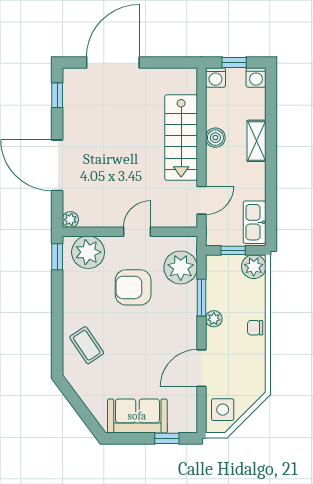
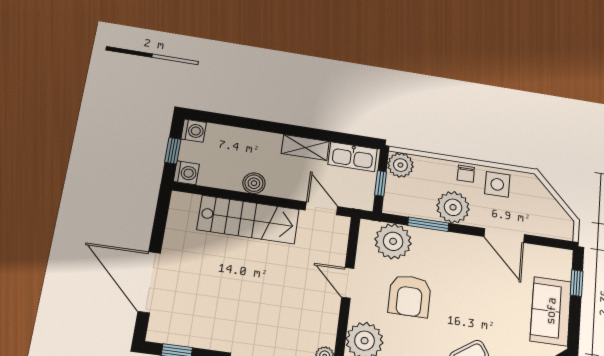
shelving: (256, 141) -> (305, 147), moved
plant: (214, 319) -> (453, 207), width x1.88, depth x1.88
side table: (223, 410) -> (497, 184), moved

